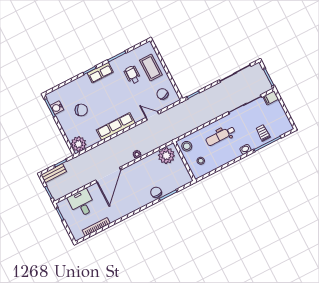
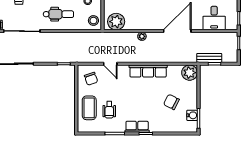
bench: (54, 173) -> (209, 58), moved

